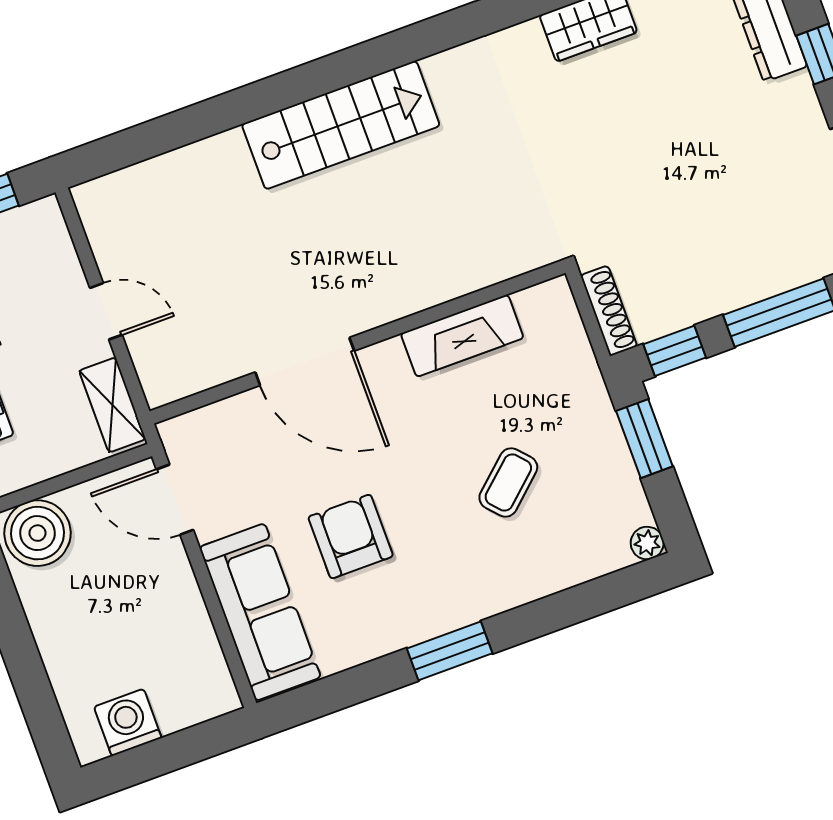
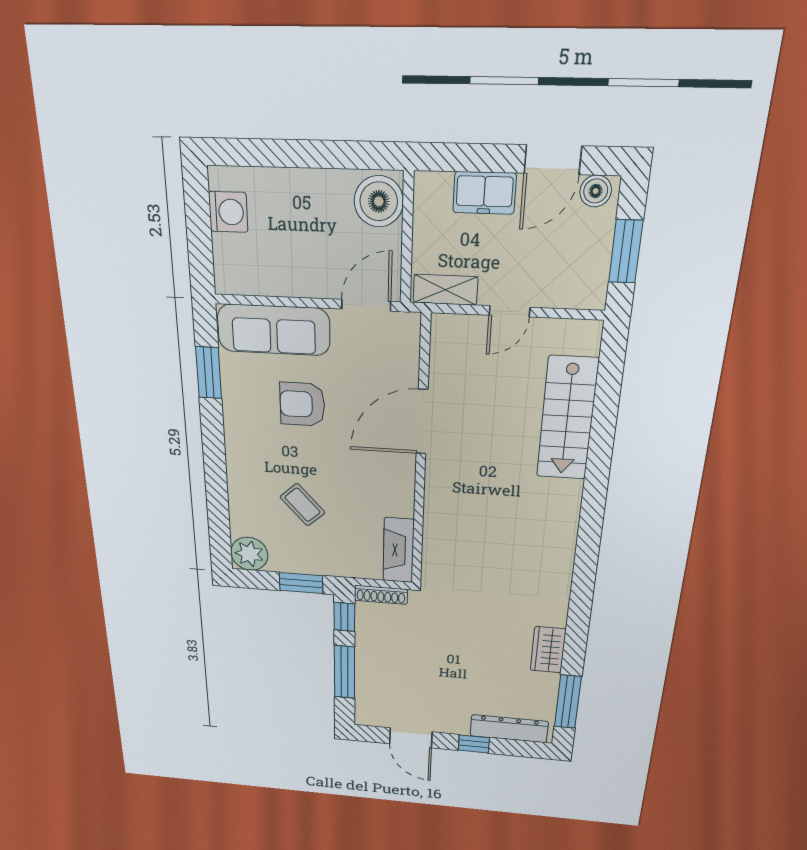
stairs: (341, 125) -> (567, 419), moved
fireplace: (462, 336) -> (399, 550), moved
armchair: (351, 537) -> (302, 404), turned 180
plant: (647, 543) -> (249, 554), width x1.87, depth x1.87
window: (450, 651) -> (209, 373), moved

